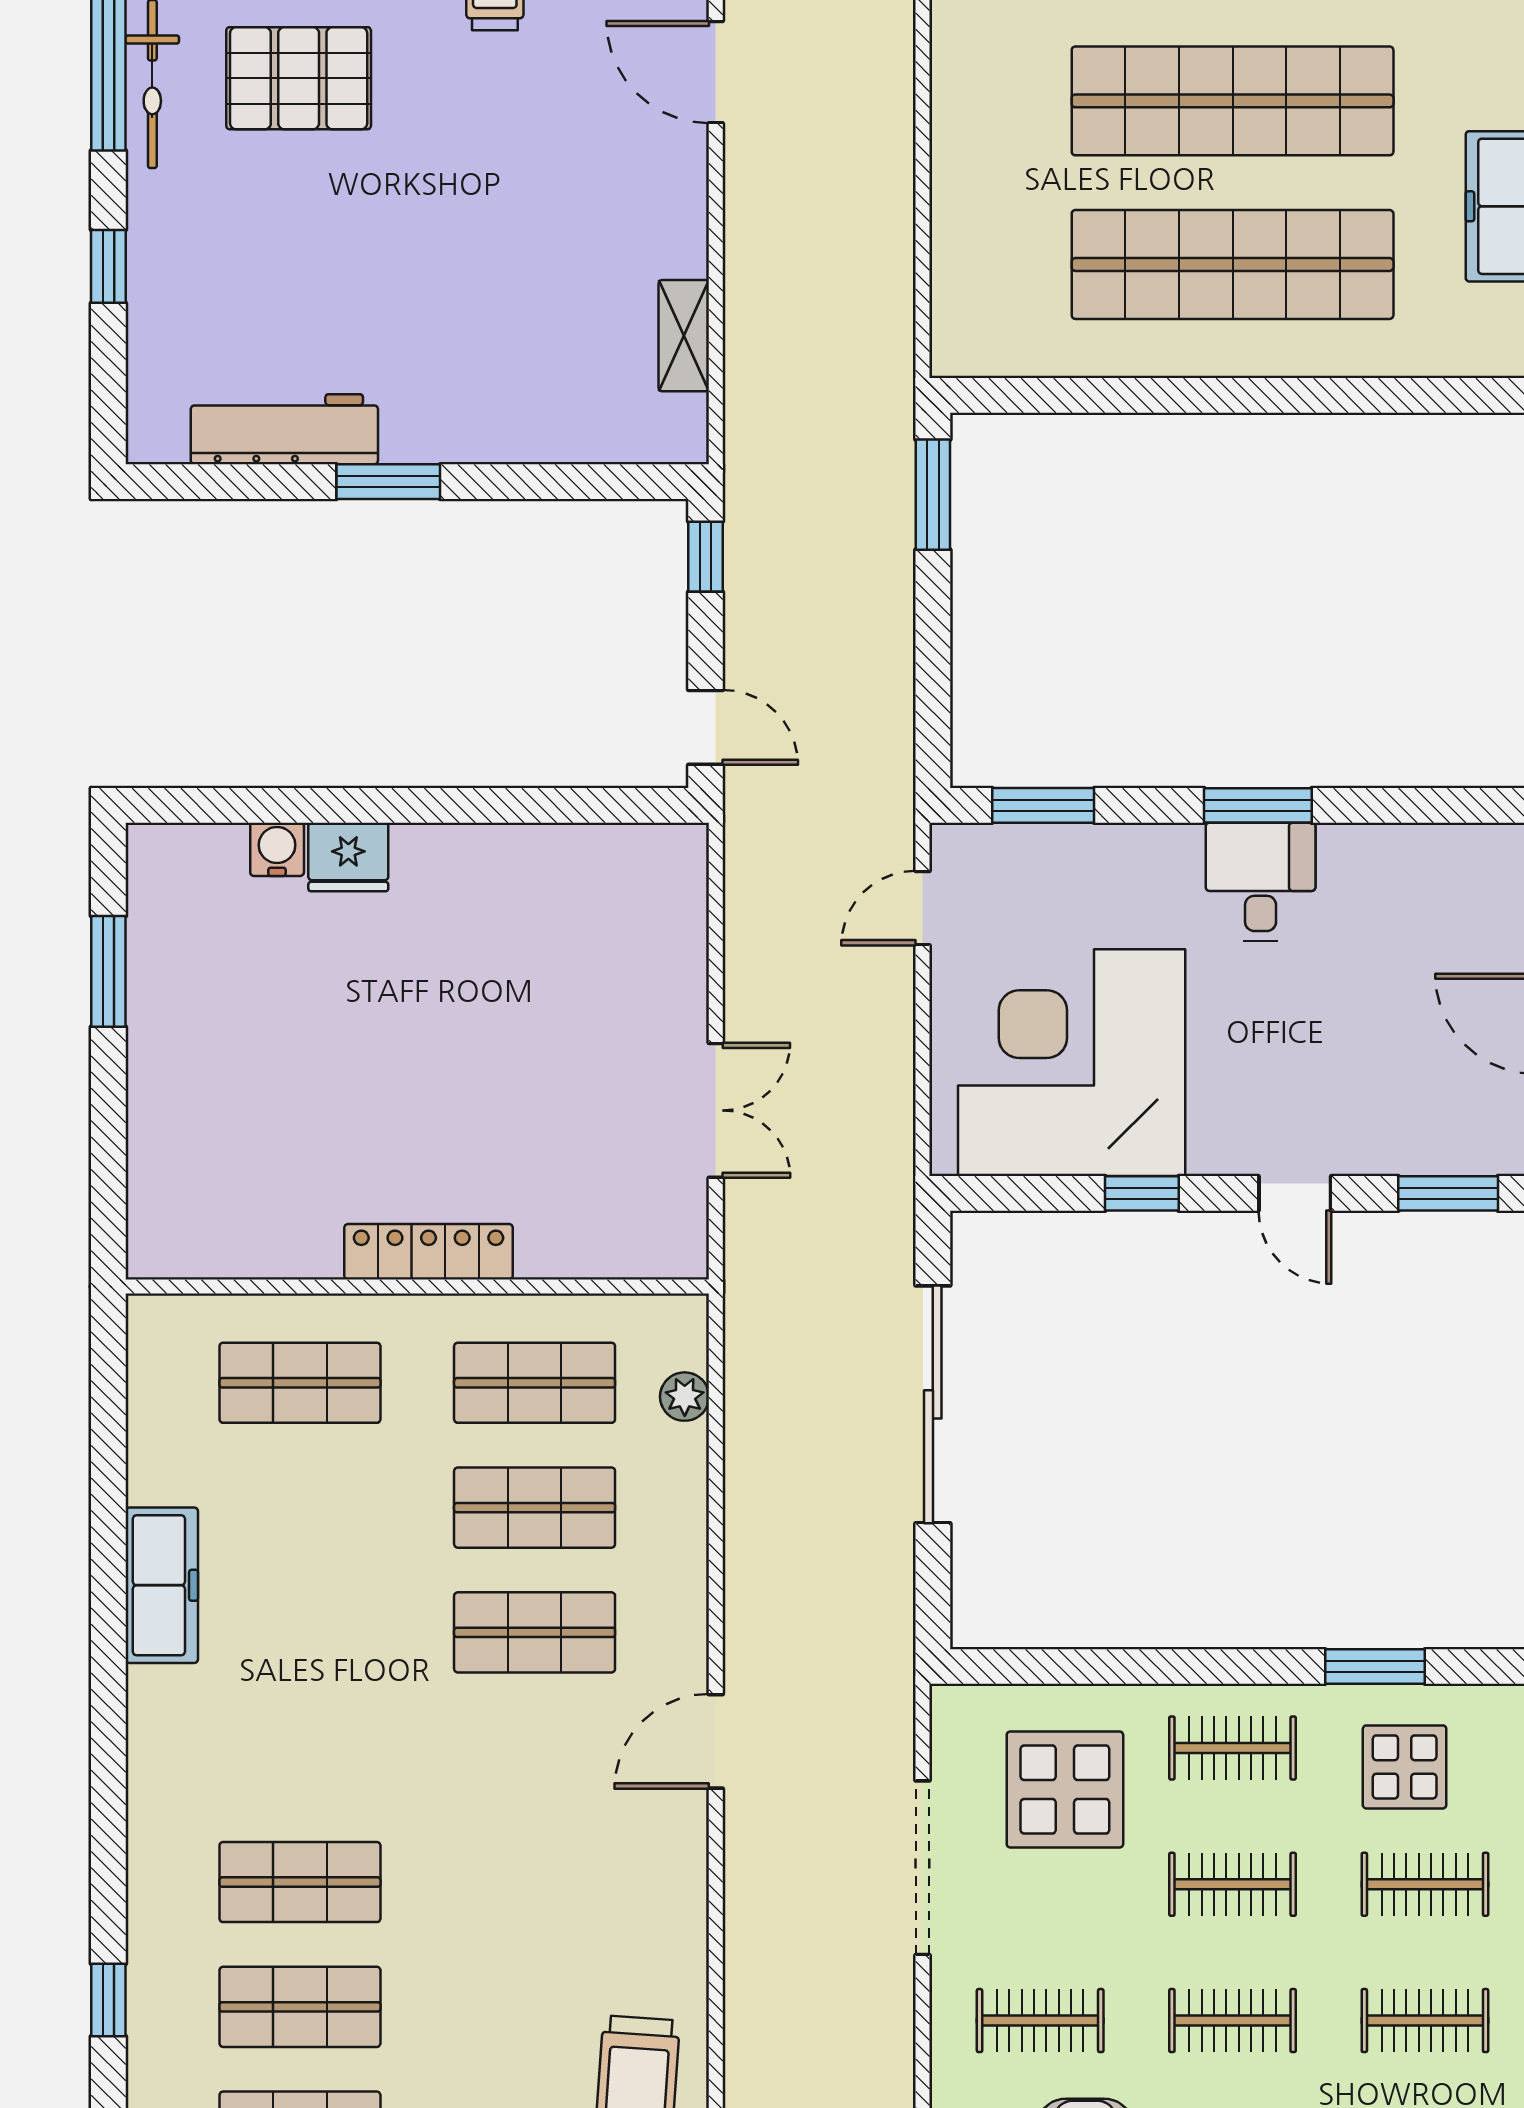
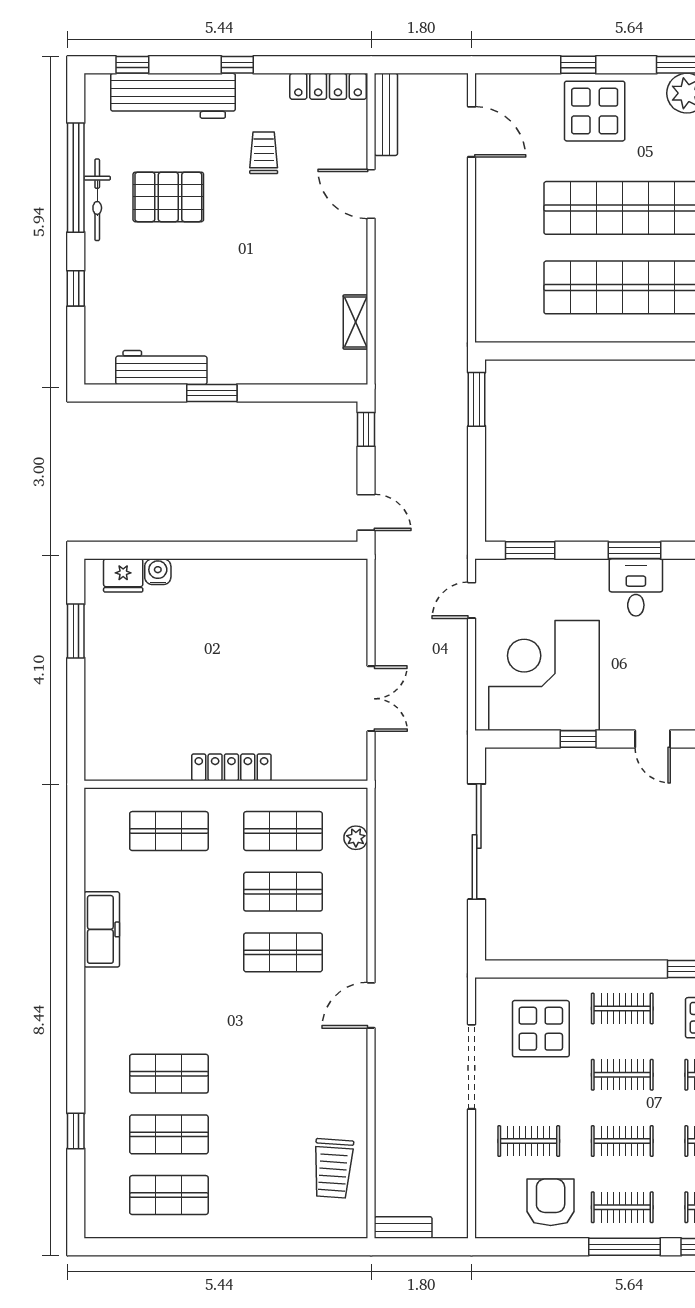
fridge: (348, 857) -> (123, 575), moved

